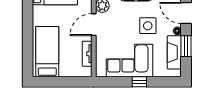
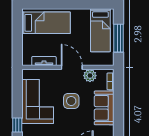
side table: (148, 26) -> (71, 101), moved
window: (139, 82) -> (17, 125), moved

